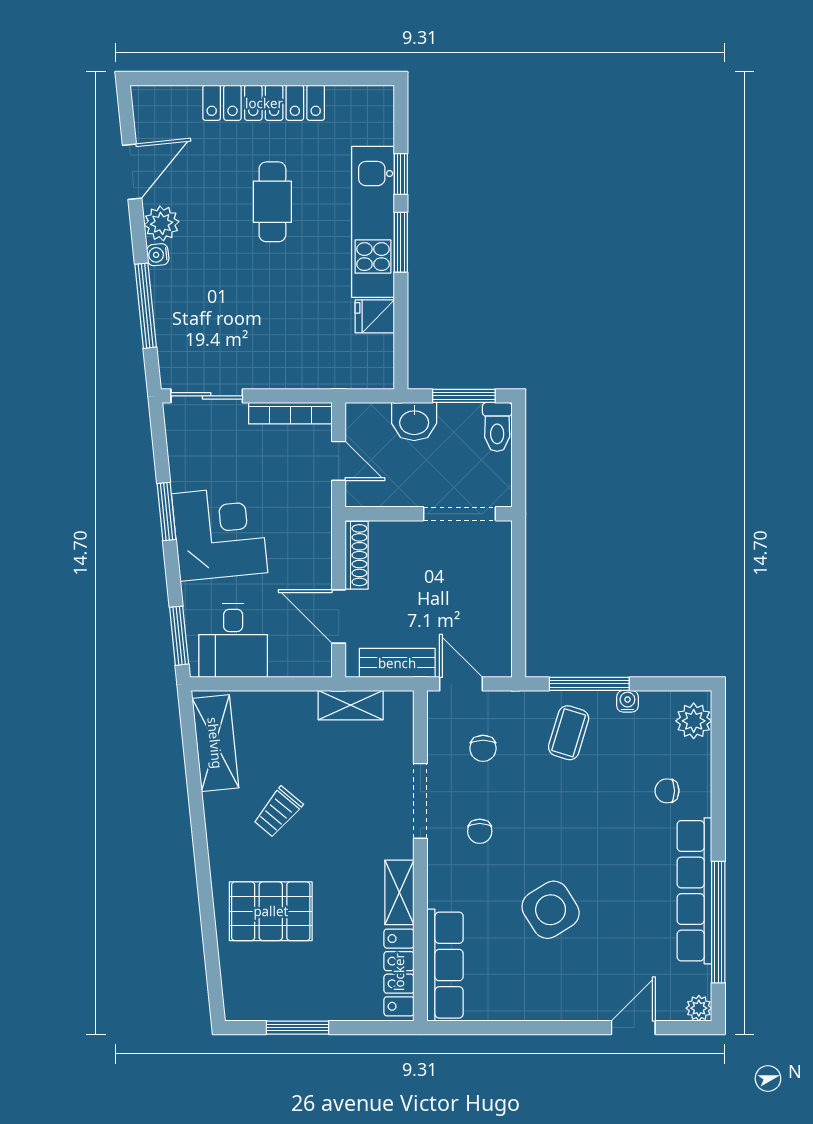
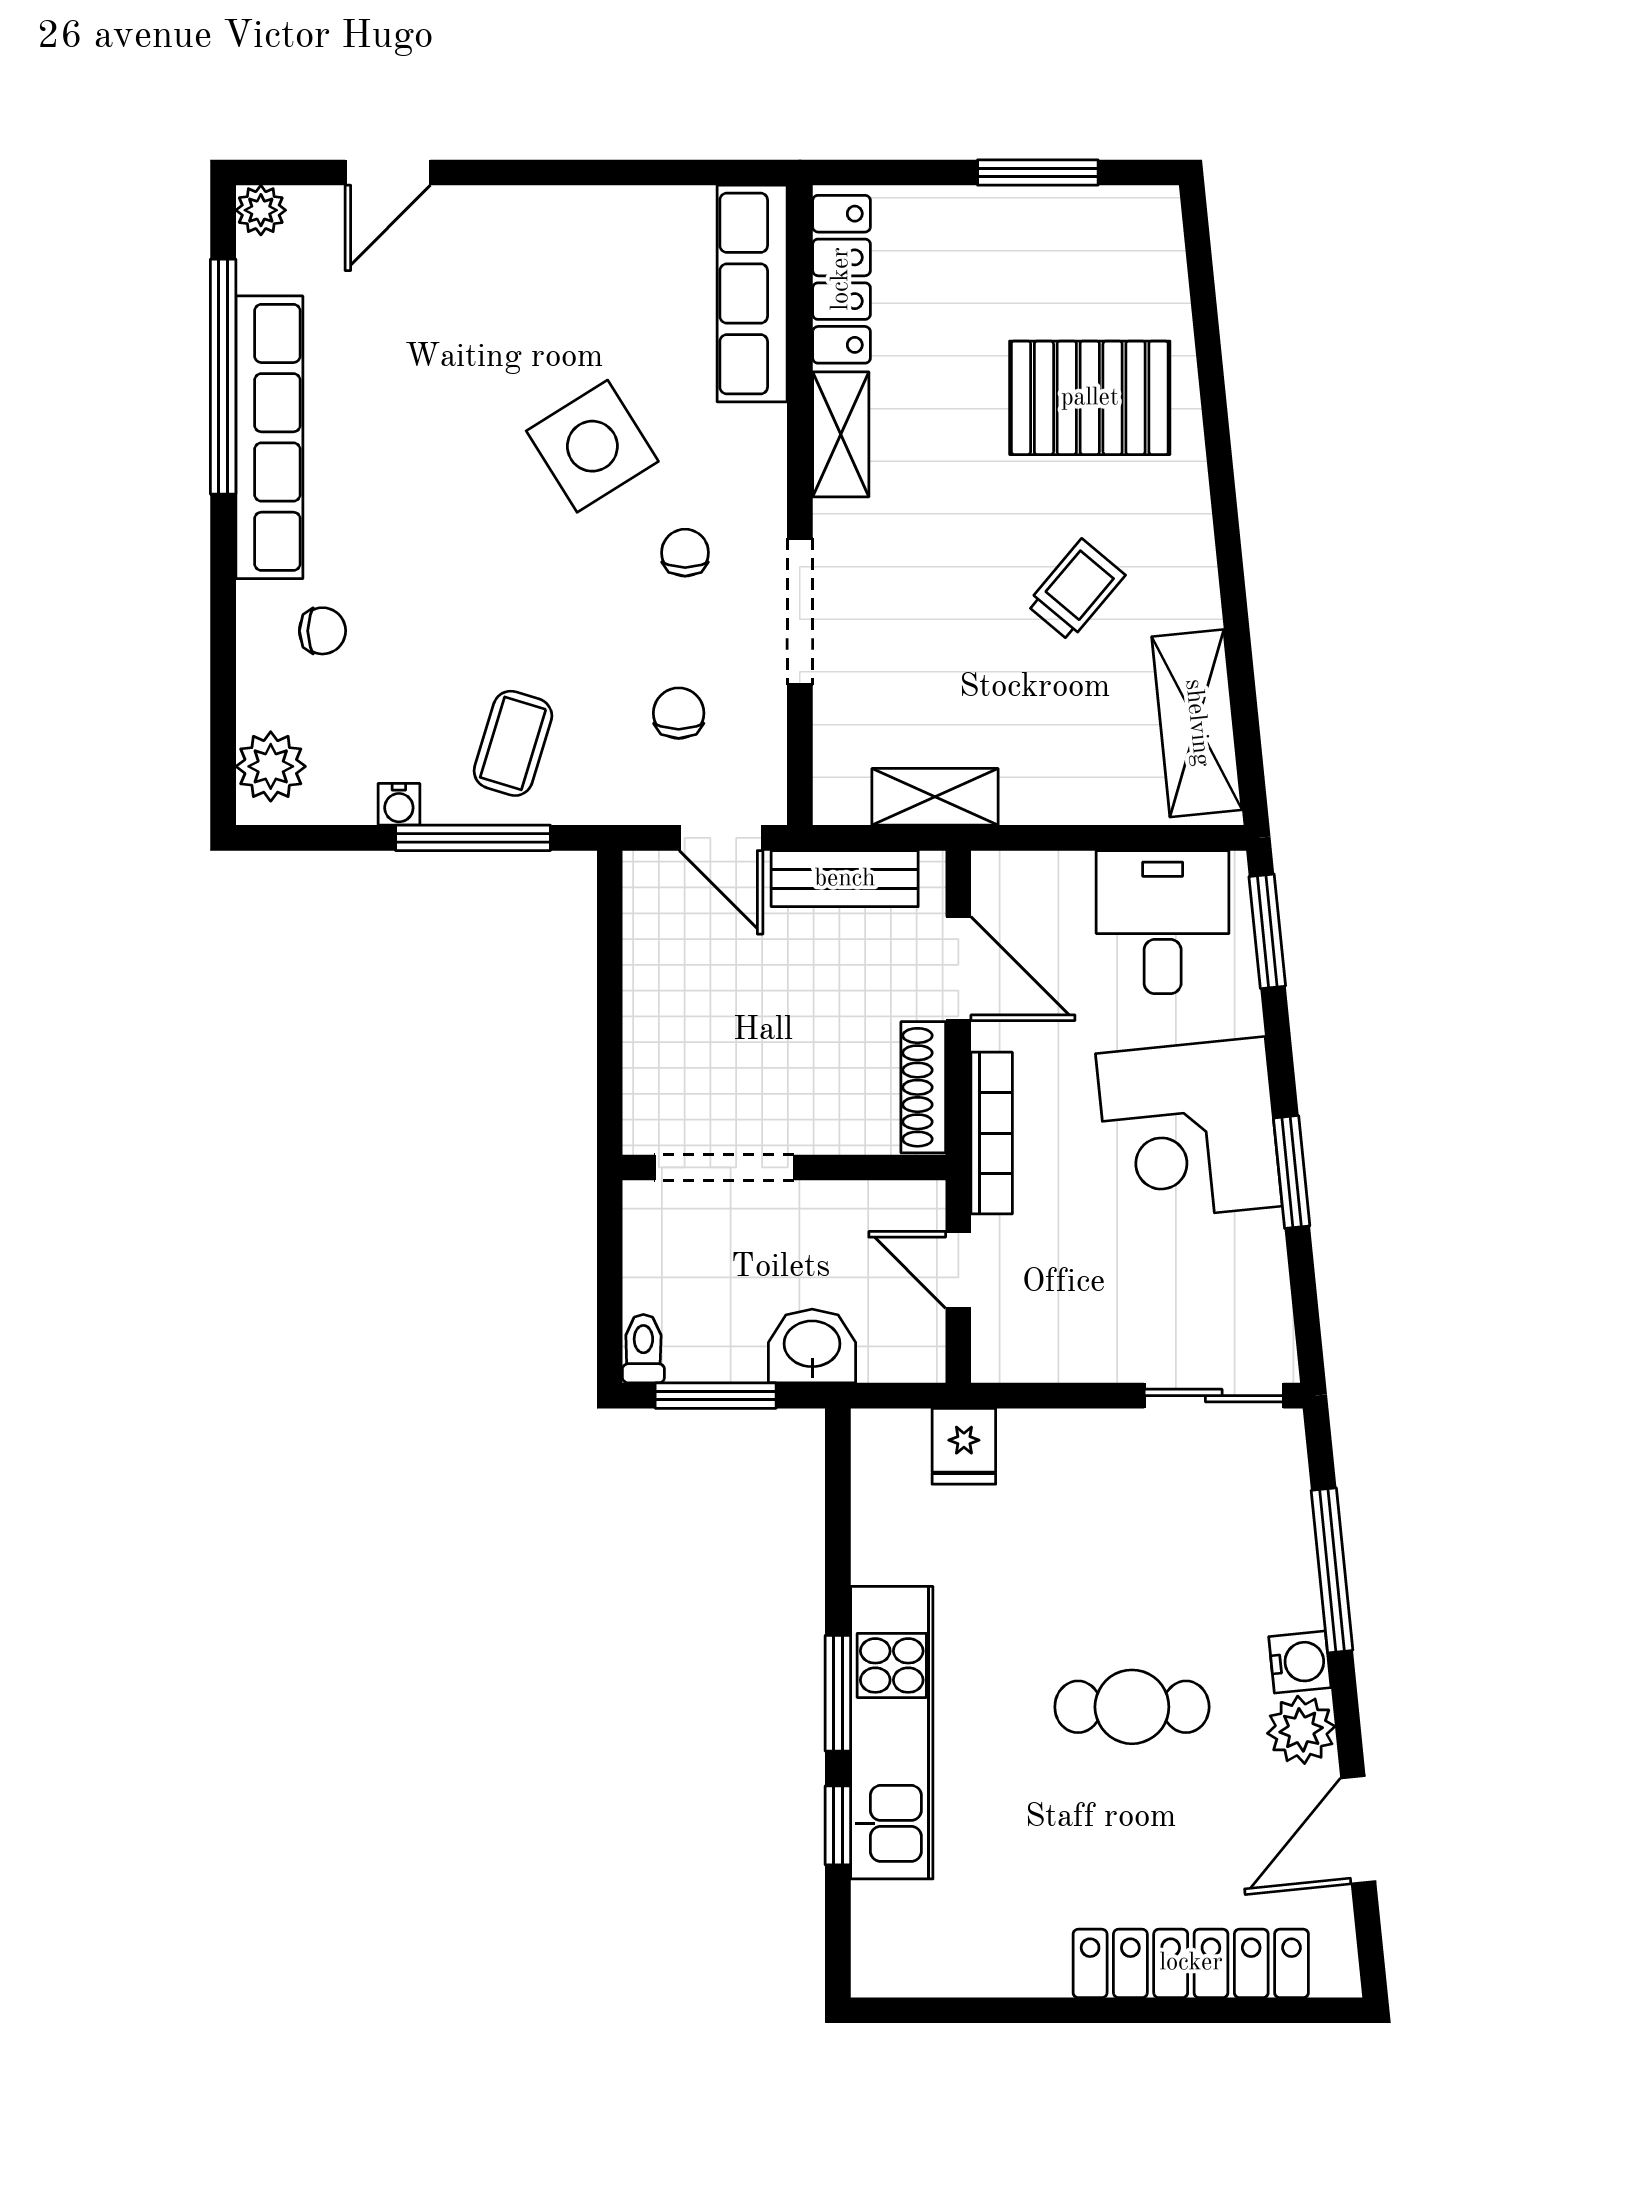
locker: (264, 103) -> (1191, 1963), moved
cafe table: (272, 202) -> (1132, 1707), moved, turned 90
water cooler: (158, 255) -> (1300, 1662), width x1.38, depth x1.38
fridge: (375, 316) -> (964, 1446), moved, turned 90
bookcase: (290, 413) -> (992, 1133), moved, turned 90
toilet: (497, 427) -> (643, 1349), width x0.73, depth x0.72
side table: (551, 910) -> (592, 446), moved

